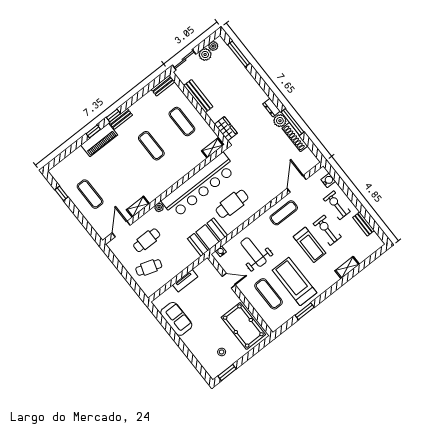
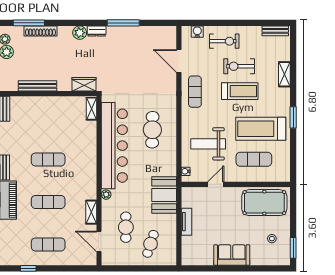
plant: (280, 121) -> (80, 33), moved
exercise mat: (182, 122) -> (48, 202), moved
shoe rack: (295, 137) -> (41, 31), moved
exercise bike: (337, 205) -> (224, 41), turned 180
bench: (364, 224) -> (275, 31), moved
booth: (207, 237) -> (164, 195), moved
window: (305, 311) -> (293, 117), moved
sofa: (176, 319) -> (232, 255), moved

